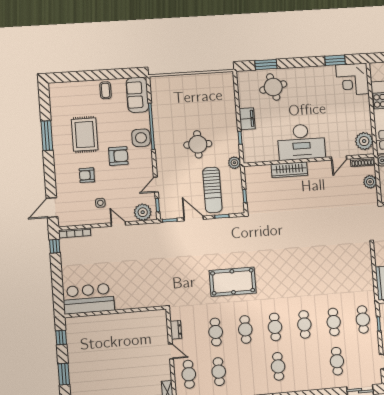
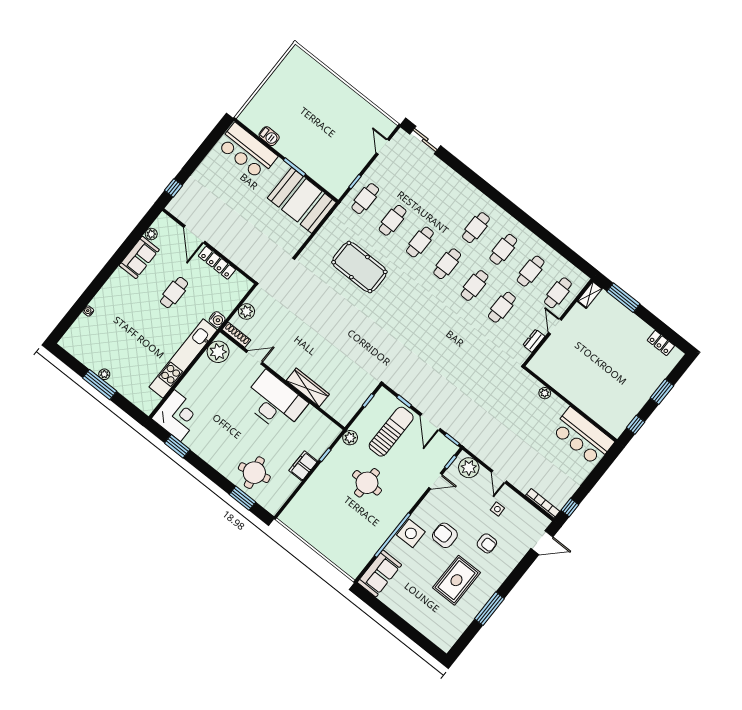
coffee table: (105, 90) -> (403, 602), removed
pool table: (233, 282) -> (359, 267), moved
plant: (138, 303) -> (545, 393), added
cafe table: (337, 361) -> (503, 249), moved

